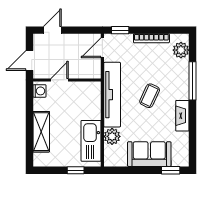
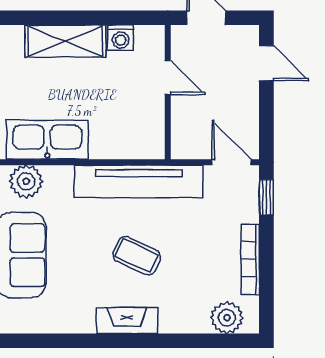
window: (193, 81) -> (166, 341), removed
washing machine: (39, 91) -> (121, 38), moved
fireplace: (182, 116) -> (127, 321), moved
plant: (112, 136) -> (26, 181), moved

